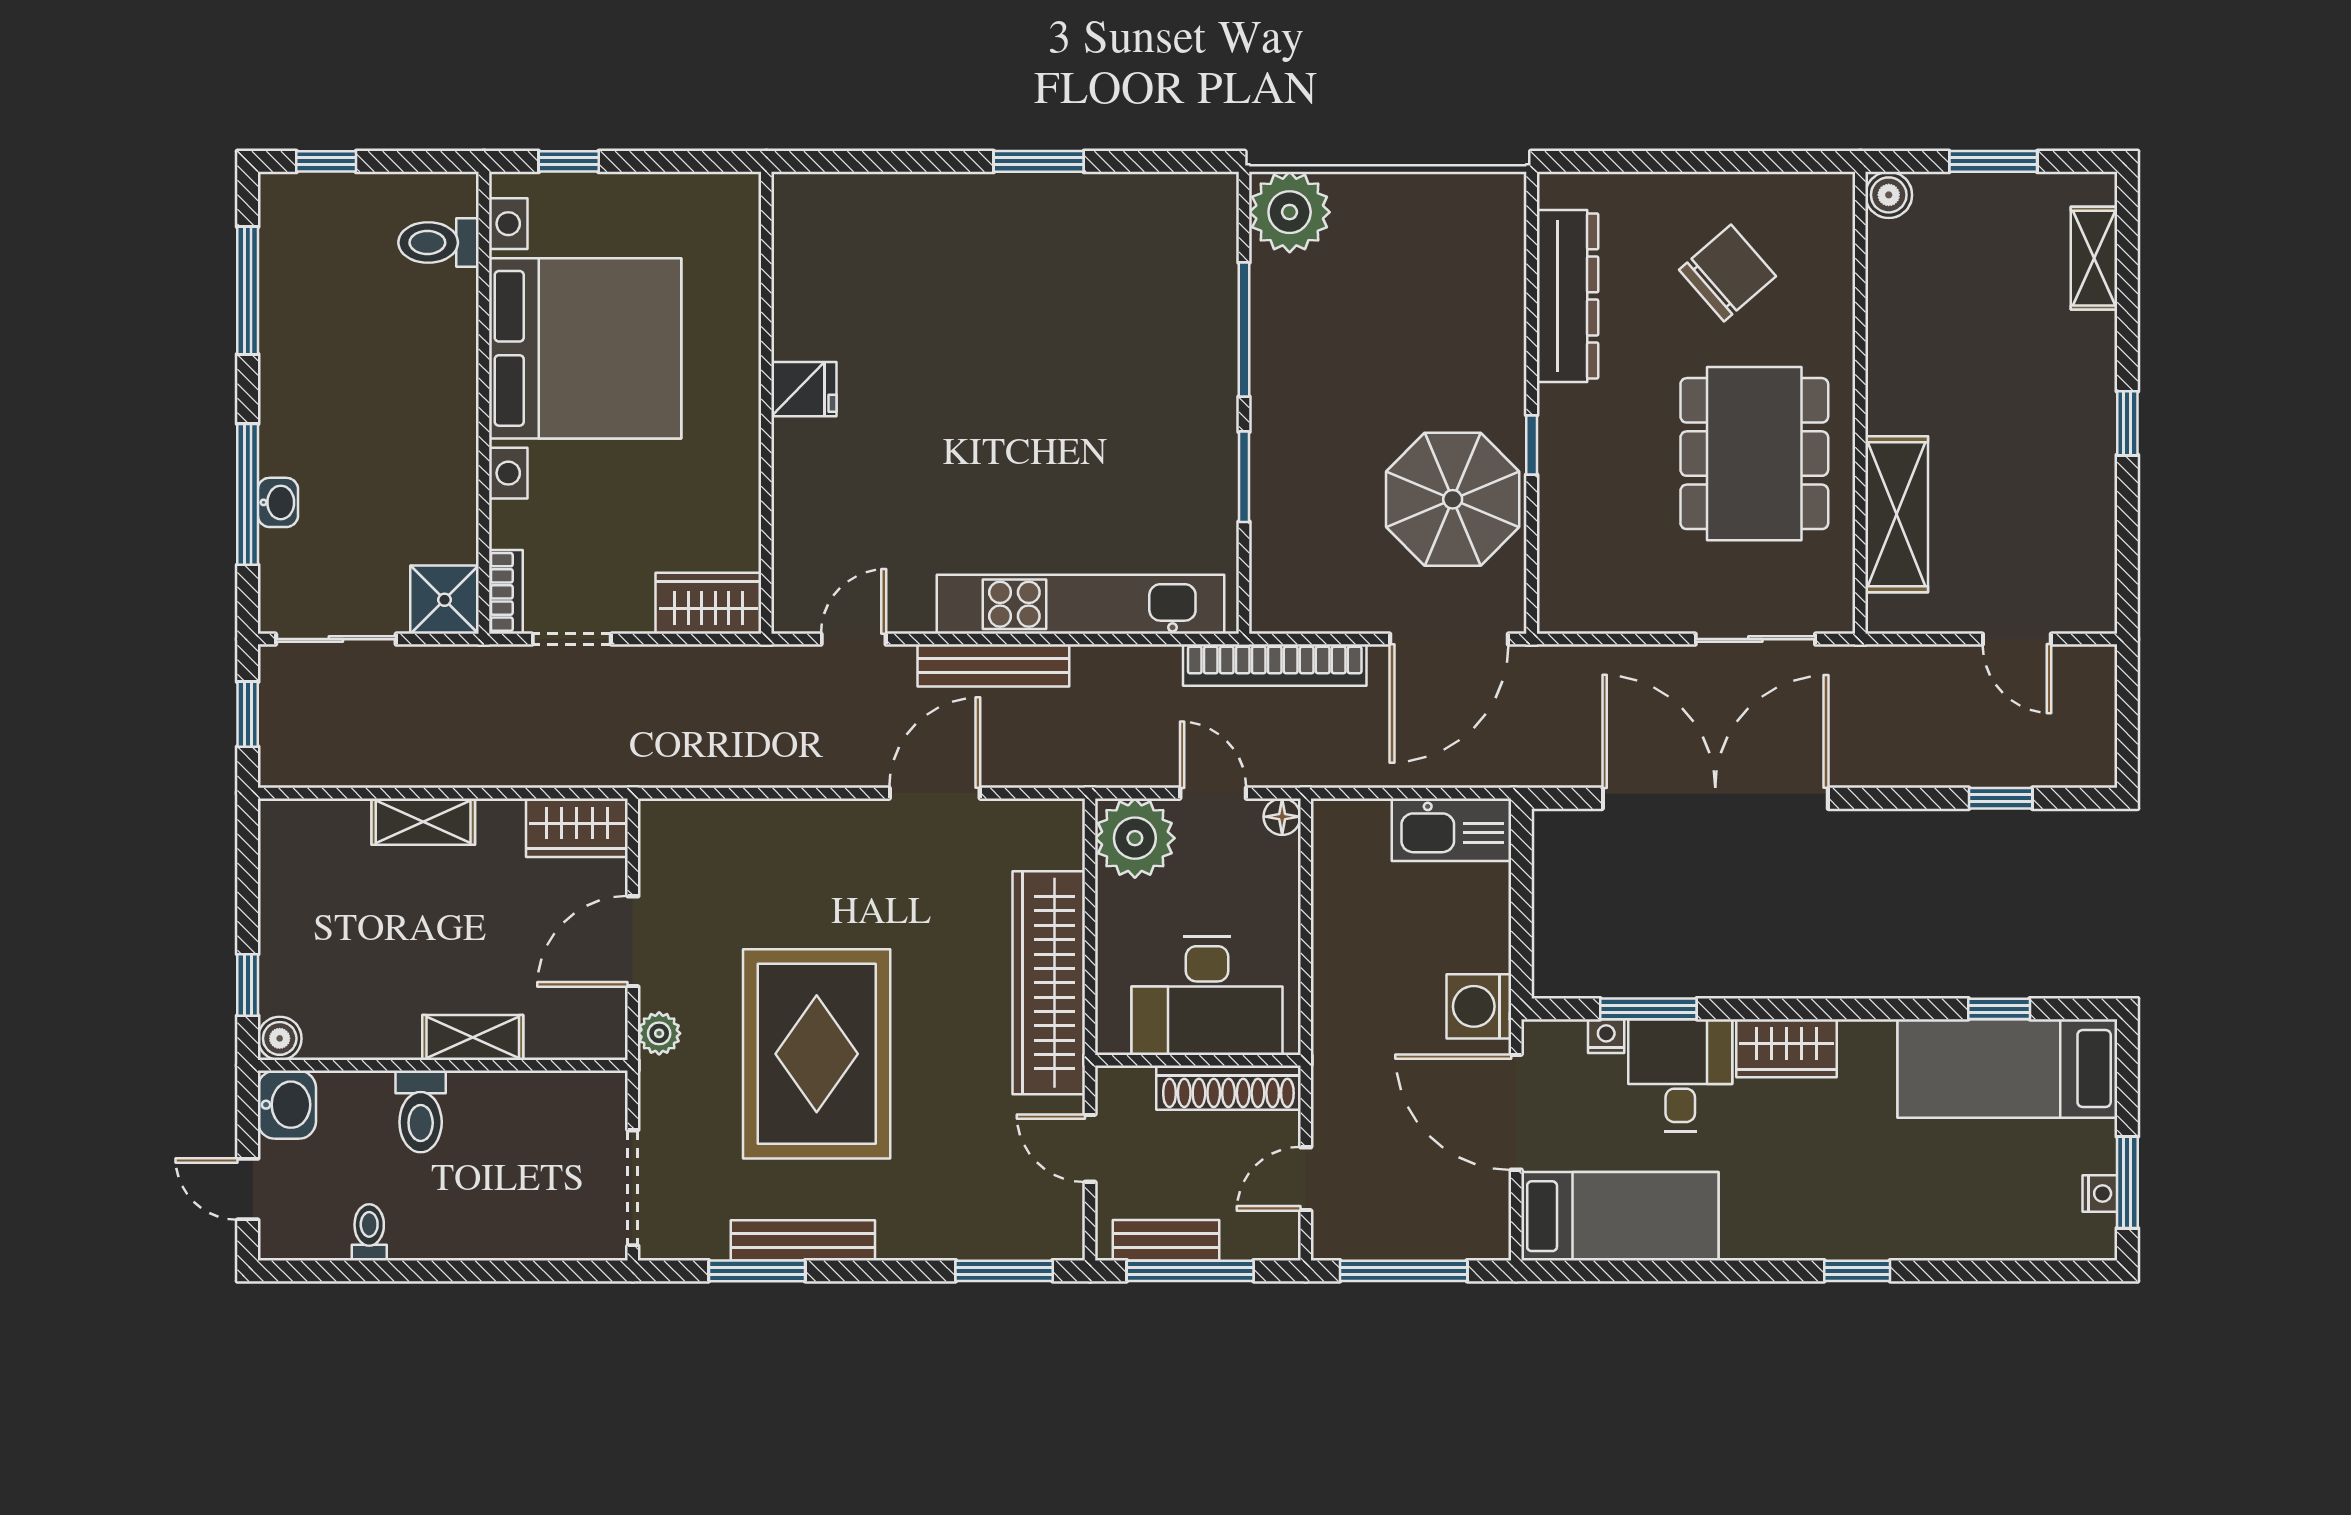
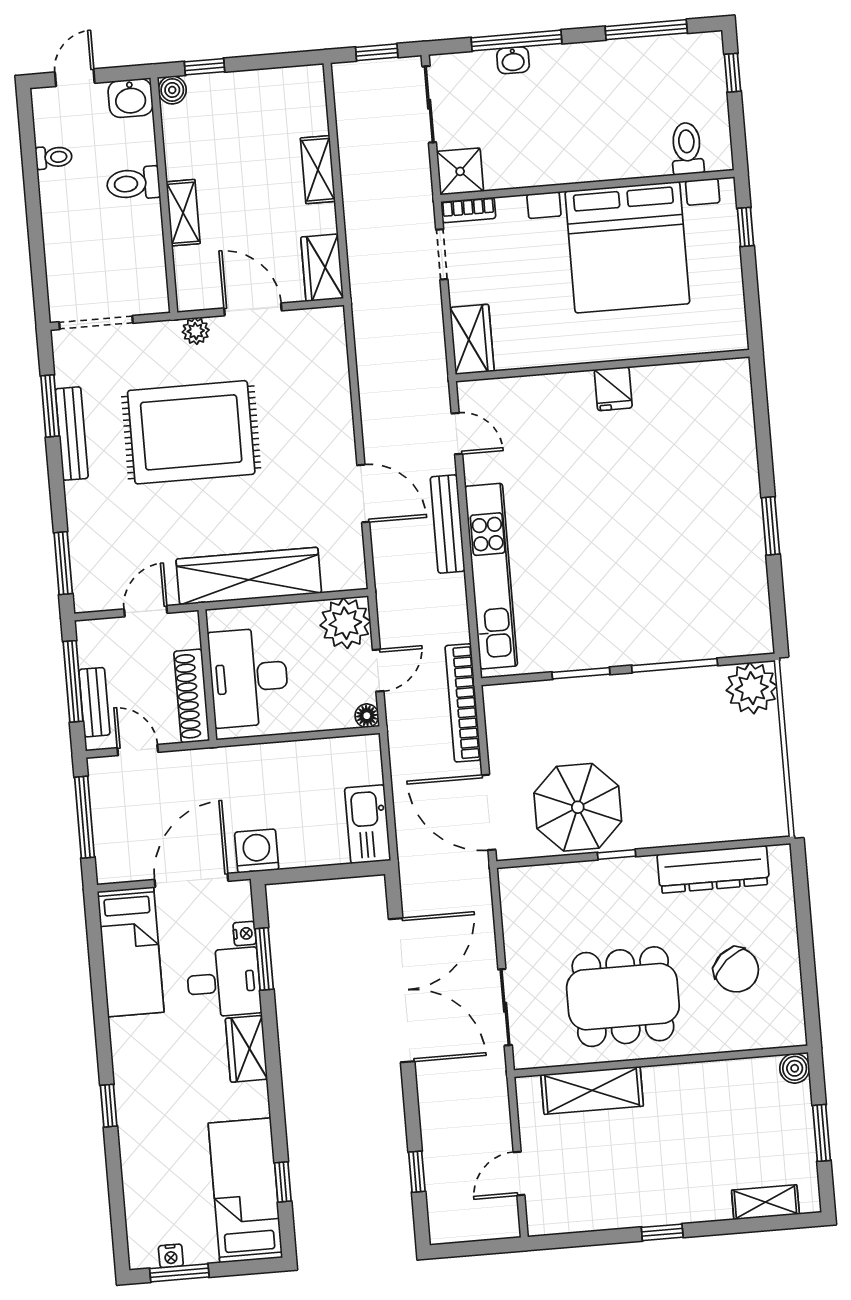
bench: (1166, 1240) -> (94, 702), moved

